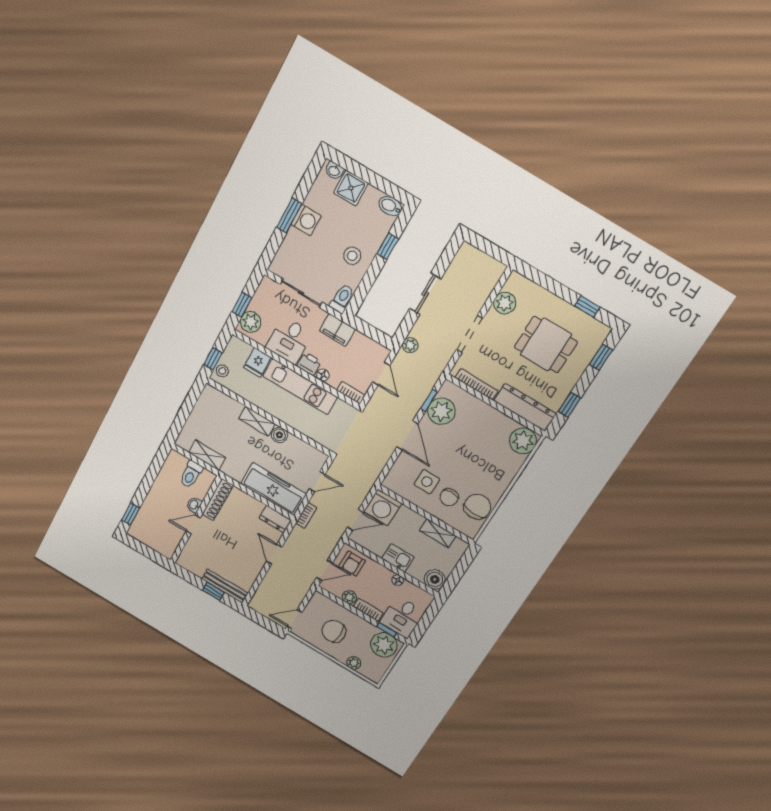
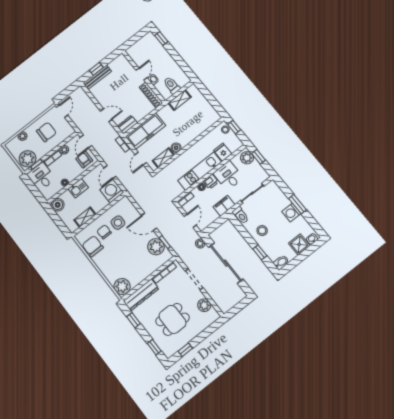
sliding door: (425, 294) -> (226, 263), width x1.86
door: (381, 374) -> (190, 221), swing flipped
shelving: (257, 421) -> (163, 158), moved
chair: (477, 507) -> (93, 246), turned 180

